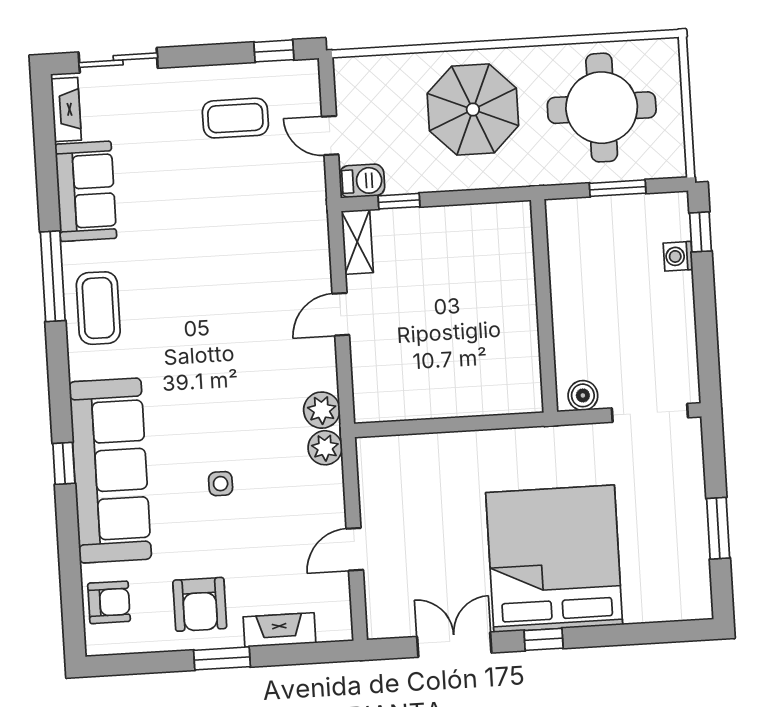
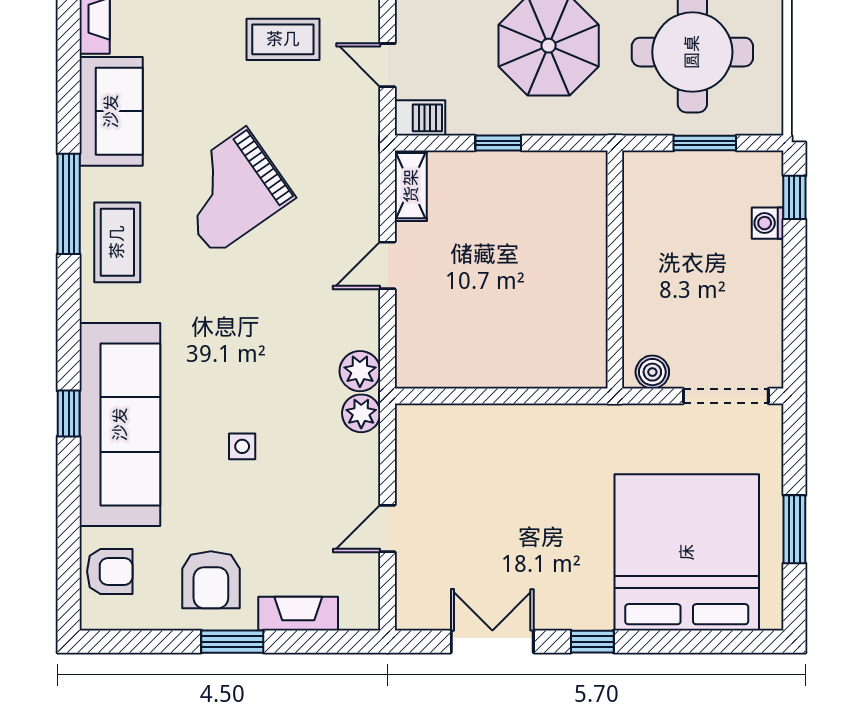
window: (399, 201) -> (498, 143), moved
grand piano: (196, 256) -> (230, 191), added
bed: (554, 559) -> (687, 552), moved

